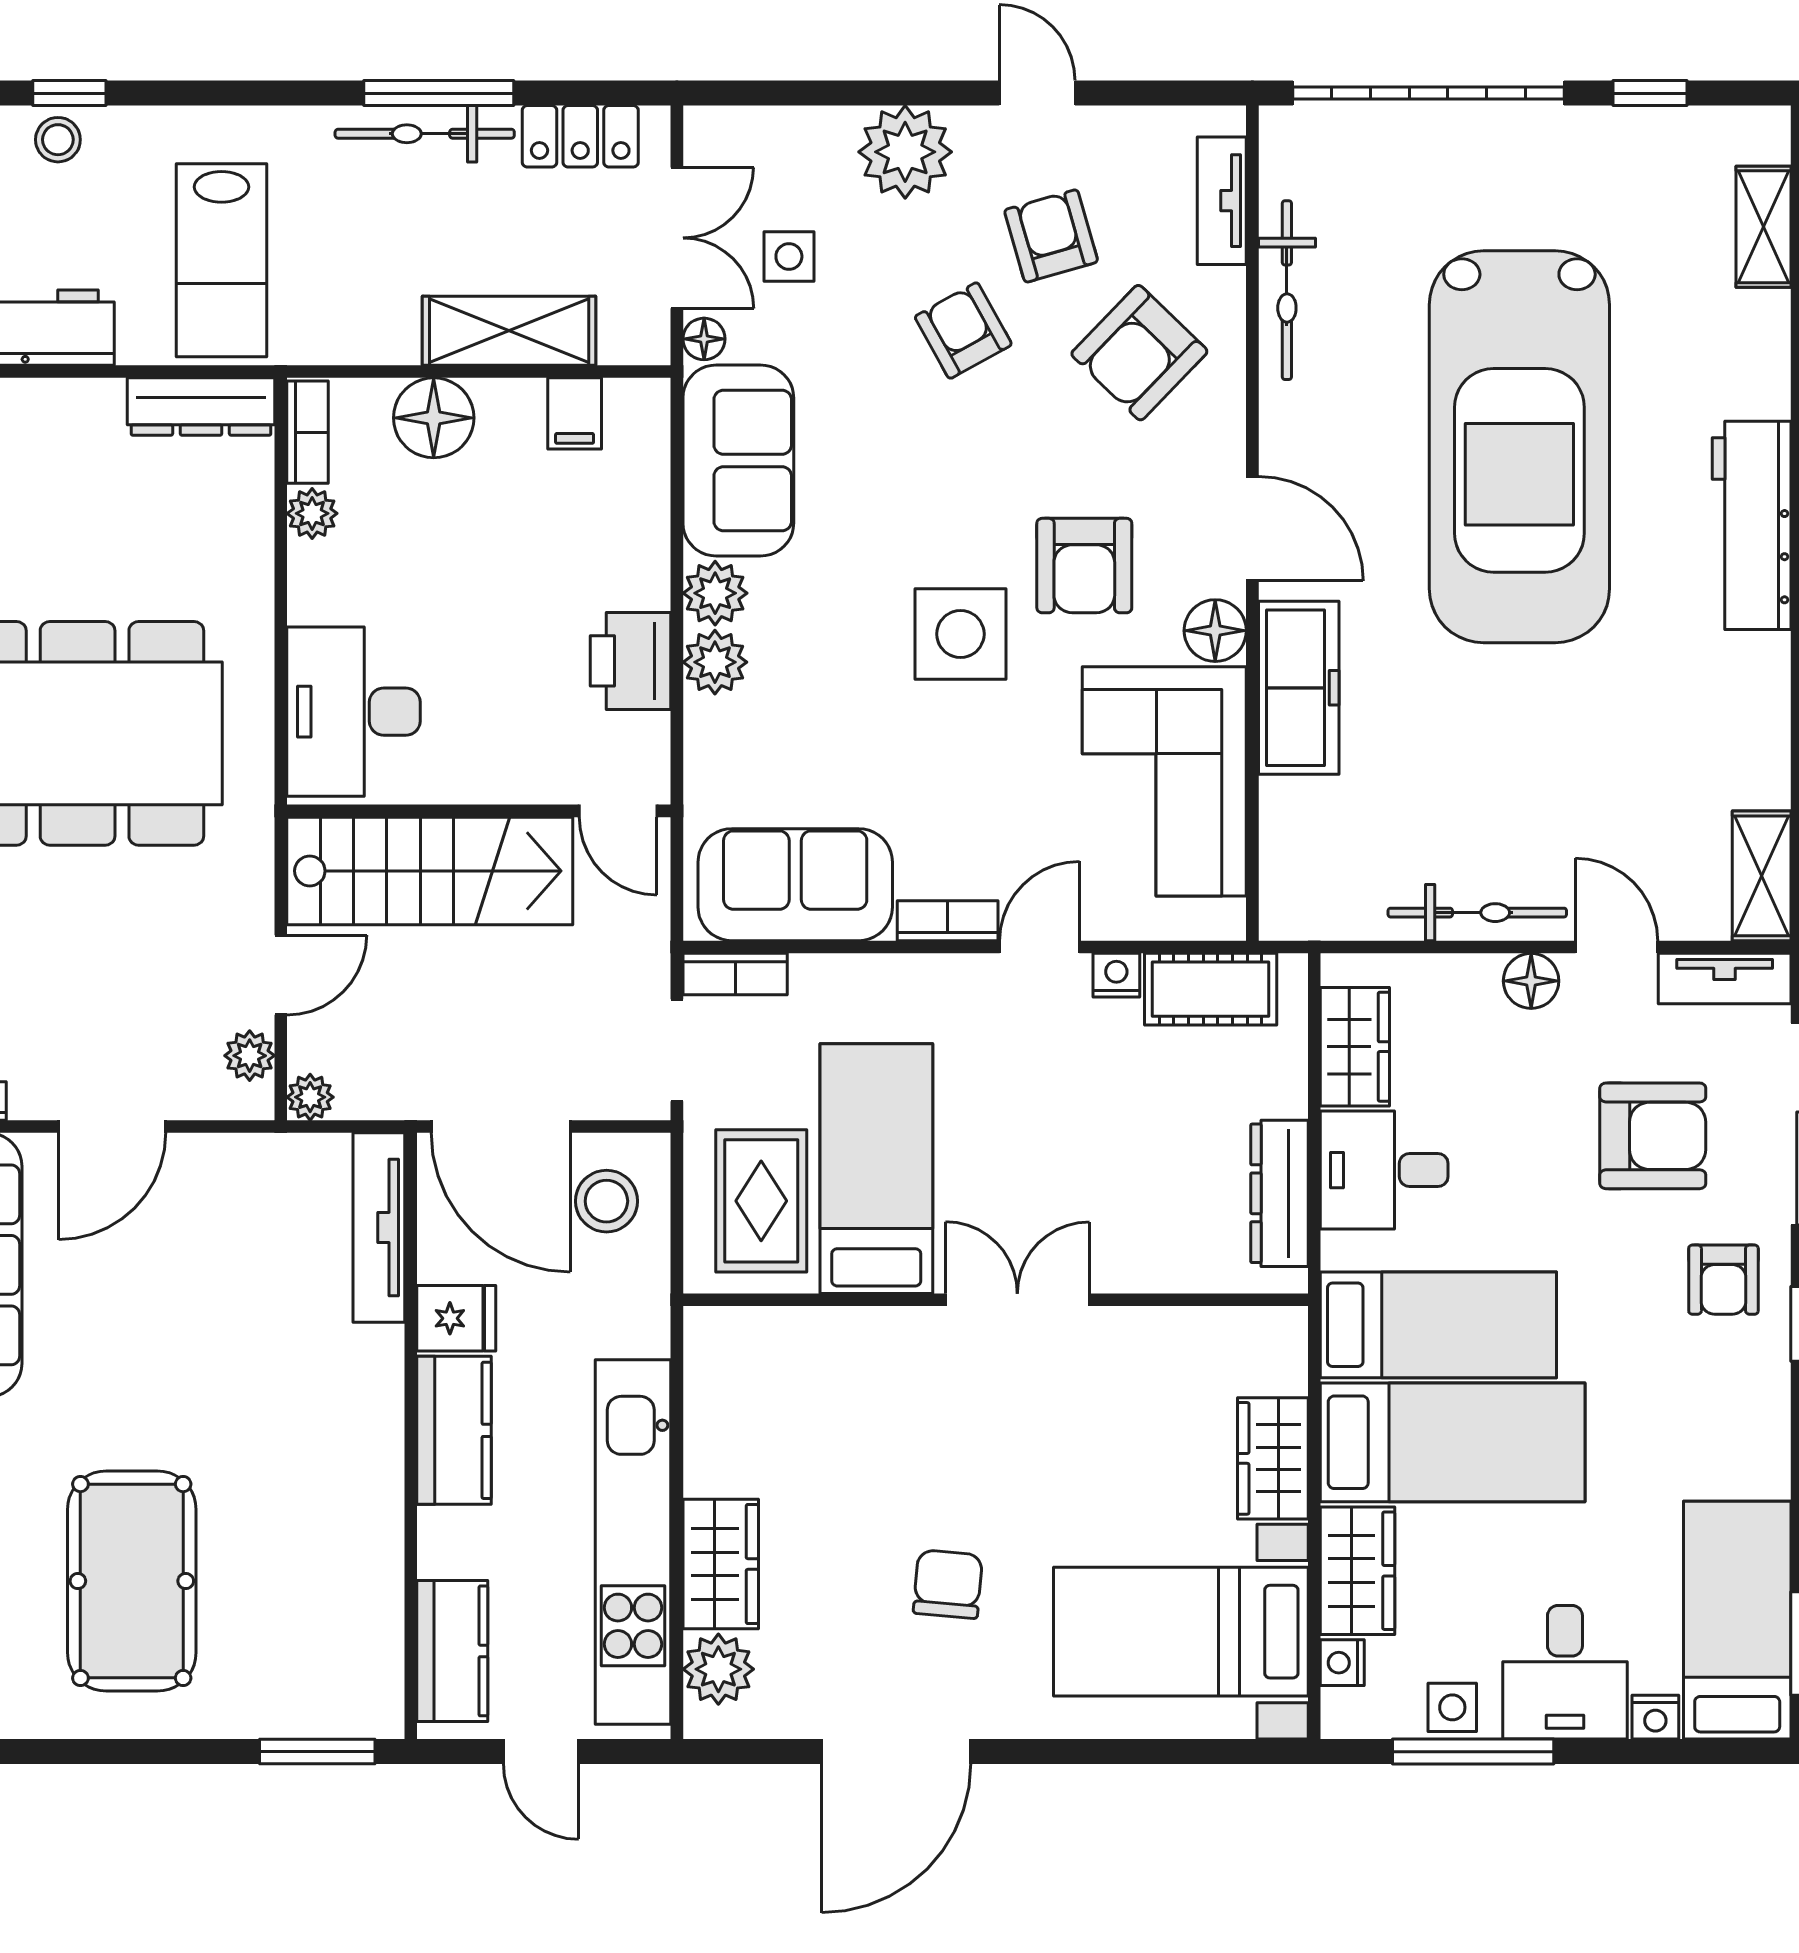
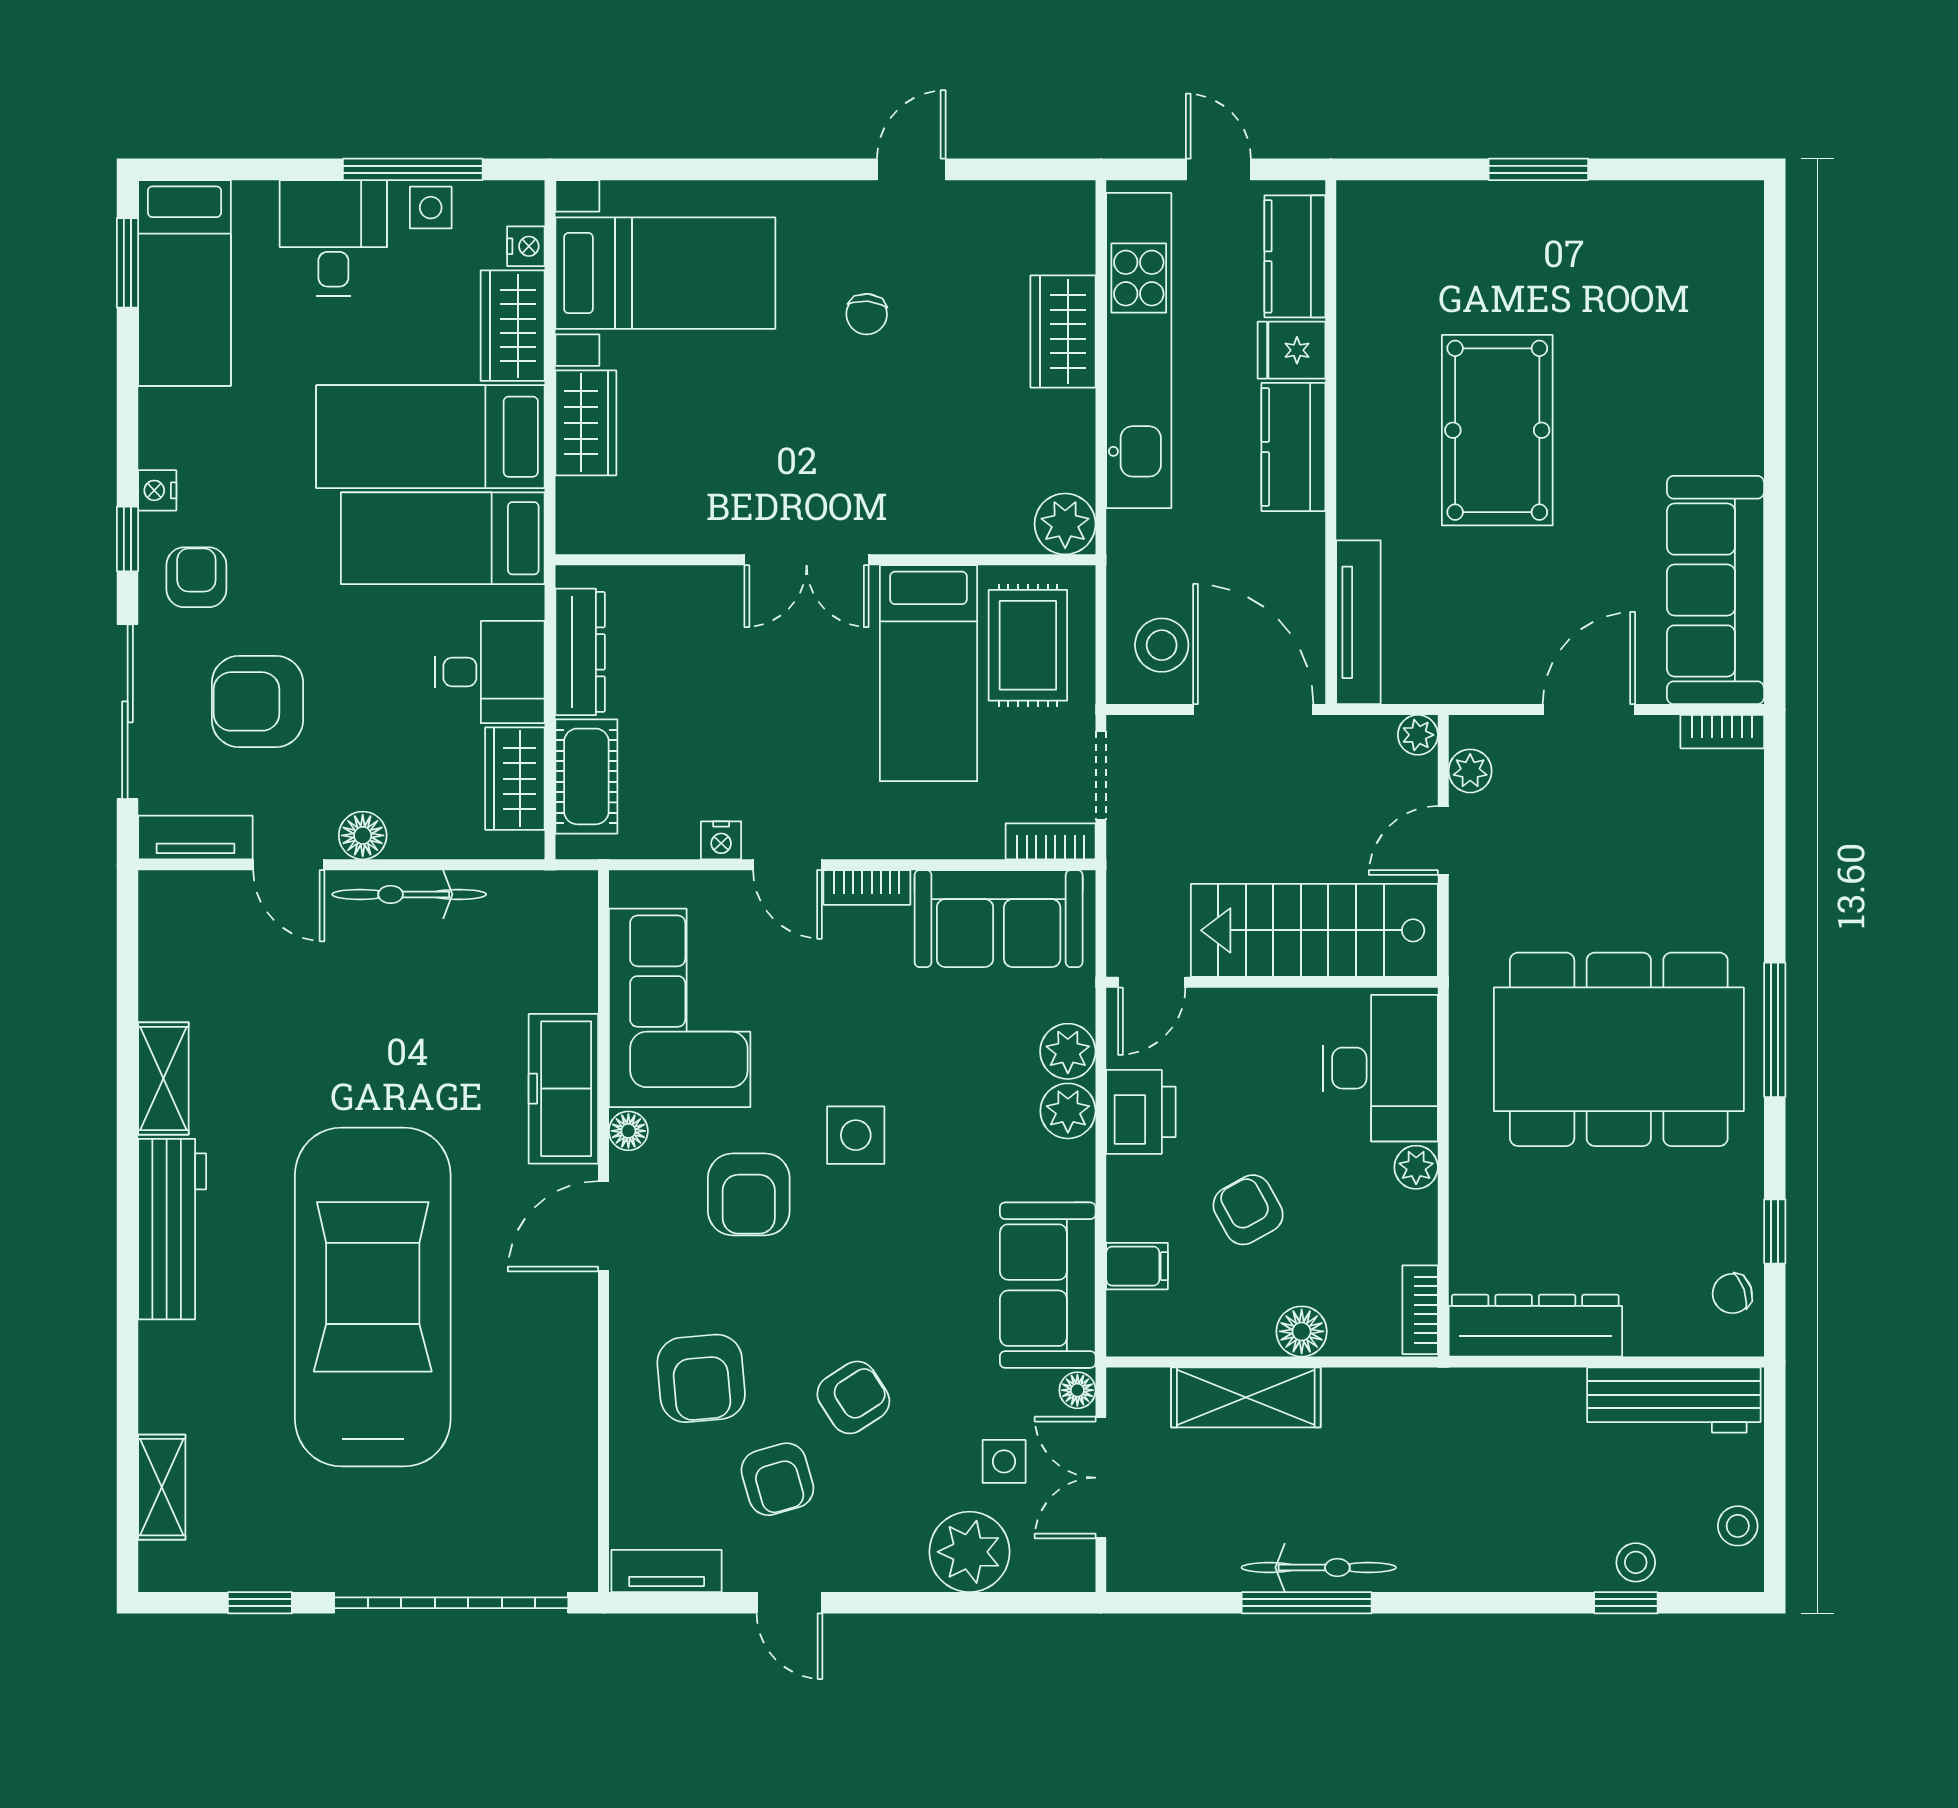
locker: (580, 136) -> (1184, 1565), removed
plant: (905, 152) -> (969, 1552), moved
tv unit: (1222, 201) -> (667, 1571), moved, turned -90
lab bench: (221, 260) -> (1494, 1458), removed
bicycle: (1287, 290) -> (574, 1432), removed
armchair: (963, 331) -> (853, 1397), turned -94
armchair: (1139, 353) -> (701, 1378), turned 131
dresser: (201, 406) -> (1535, 1326), width x1.37, depth x1.24
filing cabinet: (575, 413) -> (1137, 1266), moved, turned 90
floor lamp: (434, 418) -> (1302, 1331), width x0.73, depth x0.73
plant: (312, 513) -> (1416, 1167), moved
door: (1252, 529) -> (604, 1226), hinge flipped
armchair: (507, 548) -> (1248, 1210), added
armchair: (1084, 566) -> (749, 1194), turned 180
plant: (715, 593) -> (1068, 1051), moved
floor lamp: (1215, 631) -> (628, 1131), width x0.73, depth x0.73
side table: (960, 634) -> (856, 1135), width x0.73, depth x0.73
door: (618, 811) -> (1152, 982), swing flipped
shelving: (1762, 876) -> (163, 1078), moved
door: (1040, 947) -> (787, 865), hinge flipped
cot: (1211, 989) -> (586, 776), moved, turned 90
fridge: (456, 1318) -> (1292, 350), moved
pool table: (132, 1581) -> (1497, 430), moved
chair: (948, 1584) -> (867, 314), width x0.73, depth x0.73
plant: (718, 1669) -> (1065, 524), moved
nightstand: (1655, 1717) -> (157, 490), moved, turned -90
window: (317, 1752) -> (1538, 169), moved
door: (896, 1752) -> (911, 169), width x0.53

